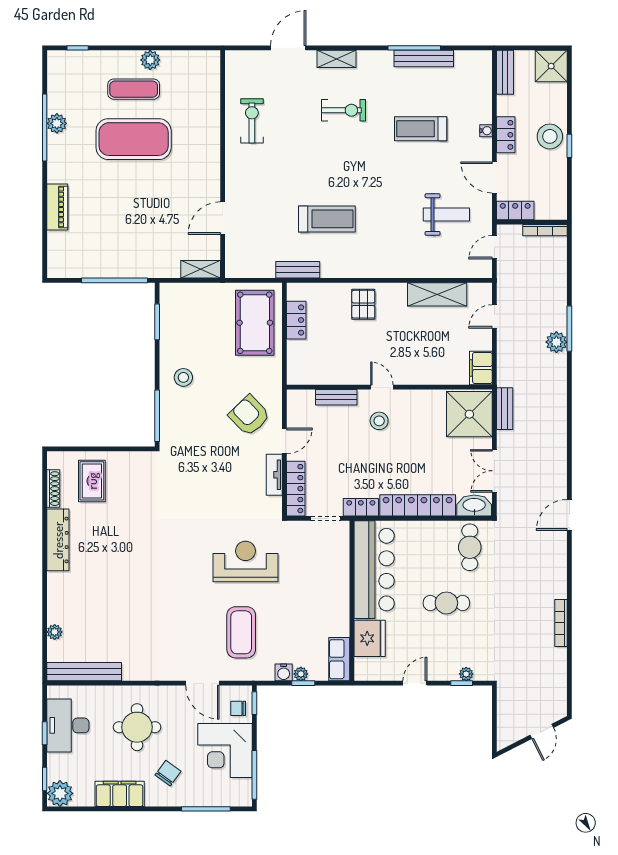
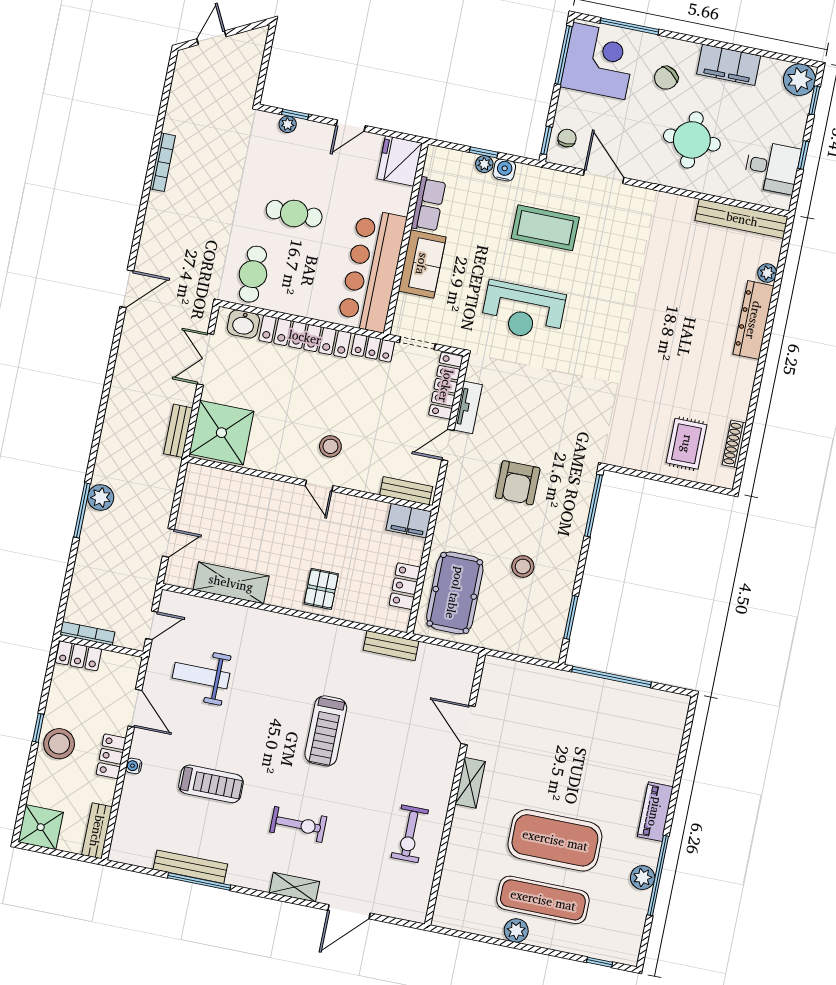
exercise mat: (134, 89) -> (543, 900), width x1.36, depth x1.45
exercise bike: (344, 110) -> (298, 824), turned 180
piano: (57, 207) -> (655, 812), moved
locker: (515, 211) -> (78, 656), moved
door: (223, 218) -> (468, 725), swing flipped
treadmill: (327, 219) -> (326, 731), moved, turned -90
shelving: (201, 269) -> (470, 783), moved, turned 90
filing cabinet: (481, 368) -> (409, 521), moved, turned 90
stool: (183, 377) -> (523, 566), moved
bench: (336, 397) -> (406, 491), moved
armchair: (249, 415) -> (518, 483), moved, turned 44
double door: (494, 471) -> (205, 359), swing flipped
washbasin: (474, 506) -> (243, 324), width x0.72
dresser: (58, 540) -> (754, 320), moved
sofa: (335, 583) -> (422, 264), added
coffee table: (241, 632) -> (545, 228), turned 90
fridge: (370, 638) -> (400, 161), moved
row of seats: (339, 659) -> (429, 204), moved
chair: (238, 708) -> (567, 138), turned -90
desk: (68, 725) -> (772, 167), width x0.73
corner desk: (225, 751) -> (599, 61), moved

